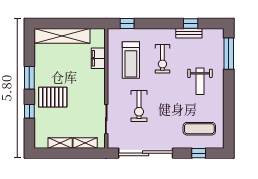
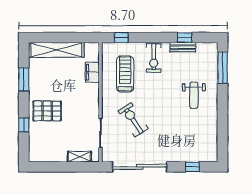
exercise bike: (162, 59) -> (154, 58), moved
treadmill: (131, 60) -> (125, 74), turned 180
window: (29, 78) -> (24, 79), moved
exercise bike: (139, 106) -> (133, 120), turned 147
exercise mat: (199, 129) -> (193, 142), removed
shelving: (60, 143) -> (55, 157), removed

